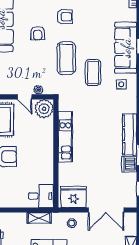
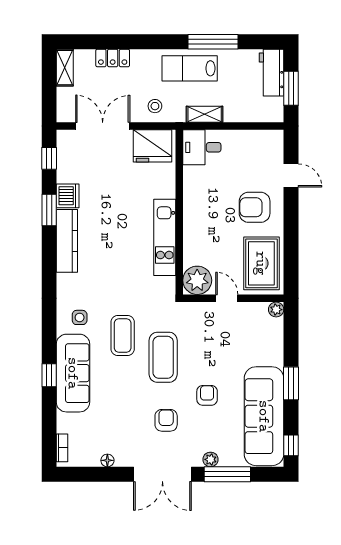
armchair: (64, 17) -> (166, 420), turned 90
plant: (38, 90) -> (206, 309), removed

